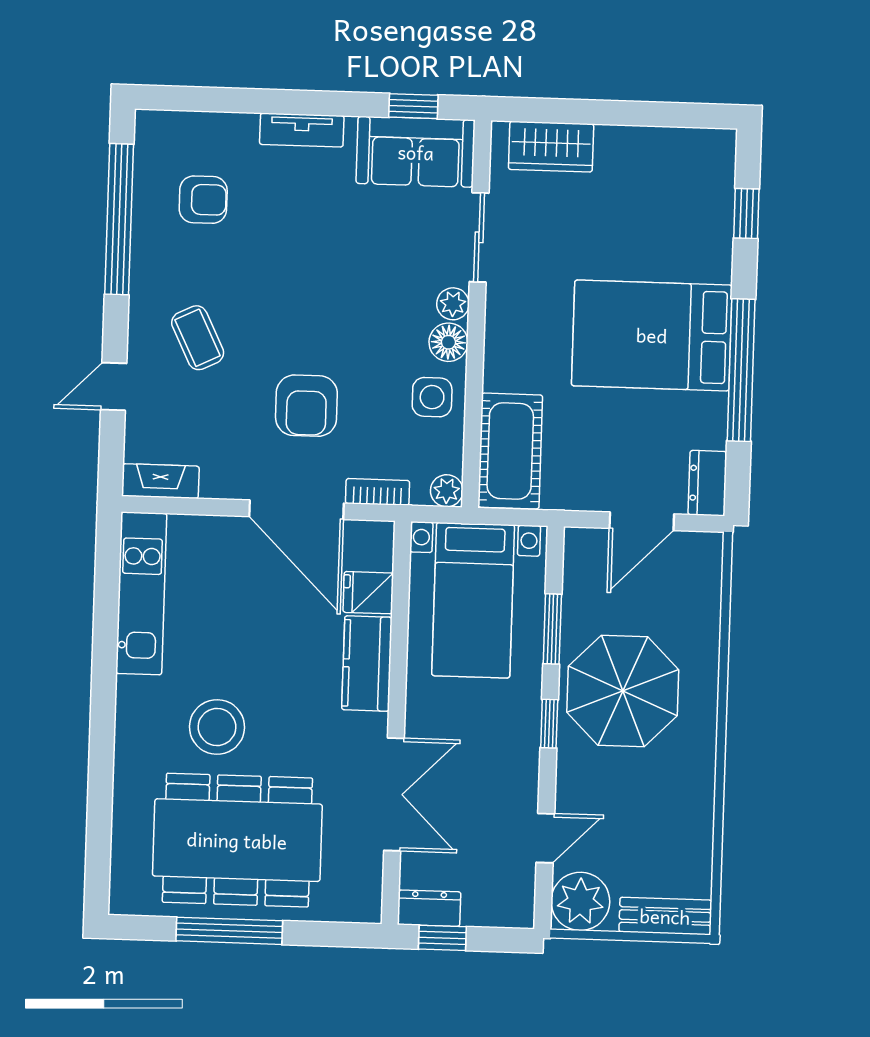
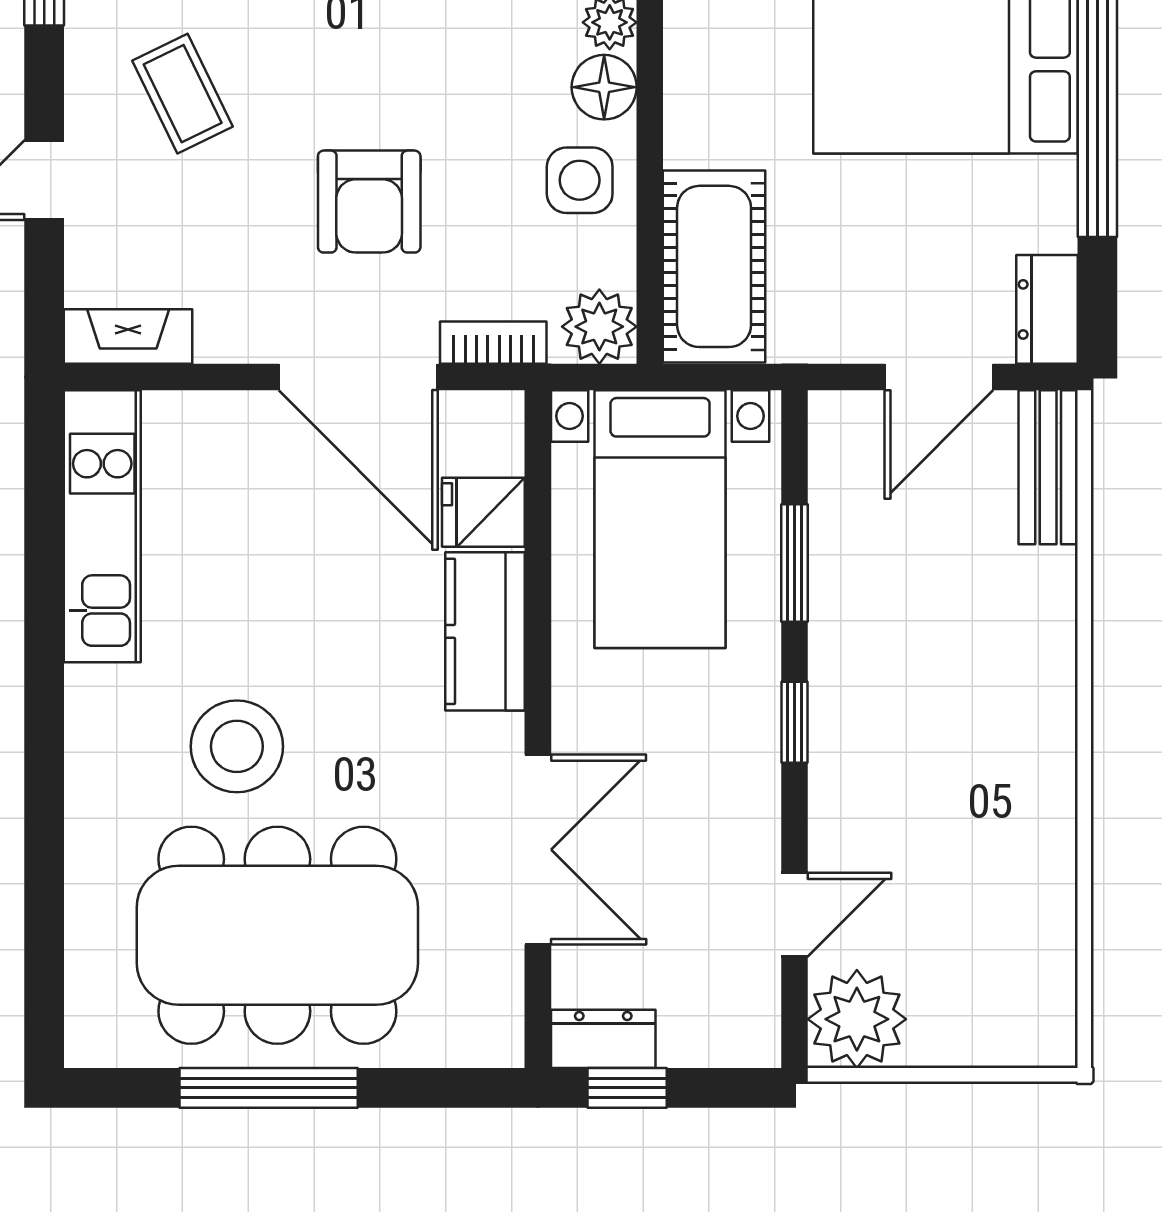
plant: (447, 491) -> (599, 327), width x1.38, depth x1.38
parasol: (623, 691) -> (916, 663), removed
bench: (665, 916) -> (1048, 467), moved, turned 90

